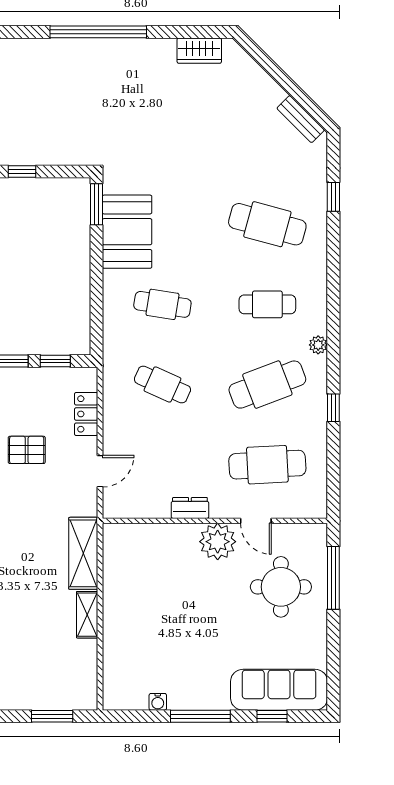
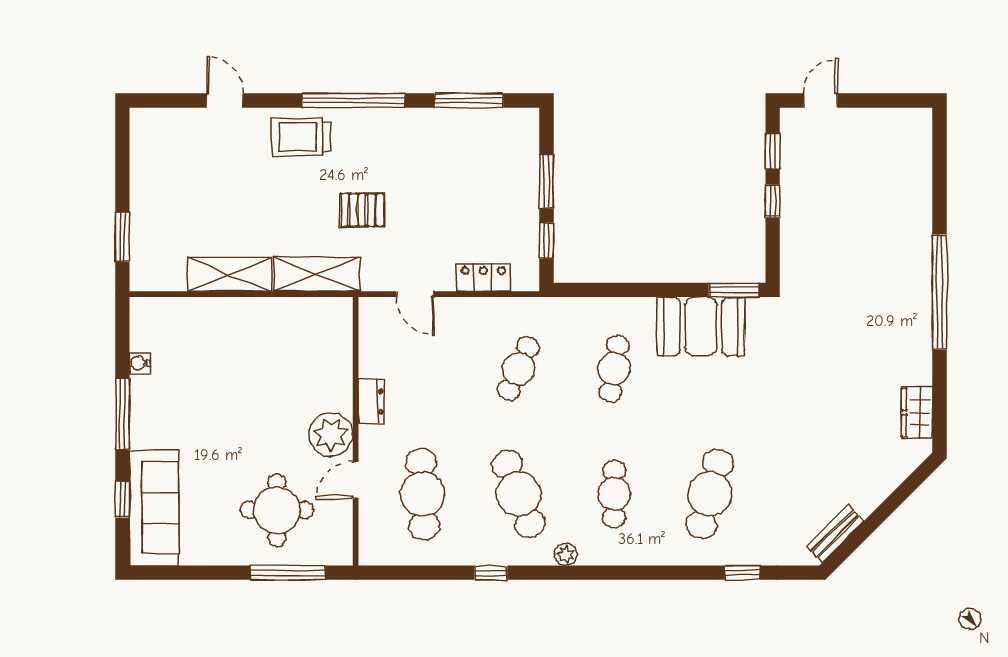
pallet: (27, 450) -> (362, 210), moved, turned 90
shelving: (87, 615) -> (230, 275), width x1.50, depth x1.33

